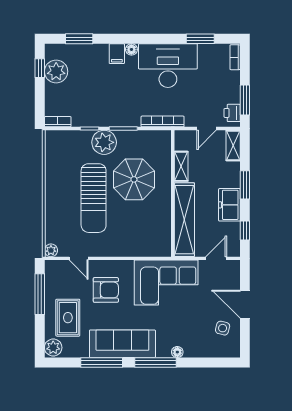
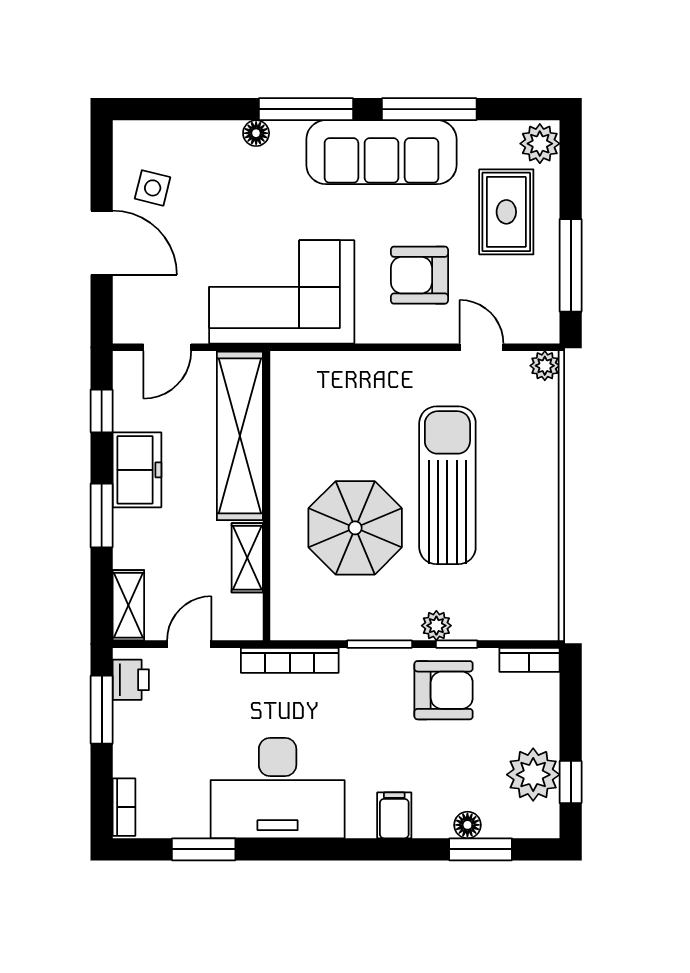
floor lamp: (131, 49) -> (467, 825), moved
armchair: (95, 108) -> (444, 690), added
plant: (104, 142) -> (436, 626), width x0.53, depth x0.53

